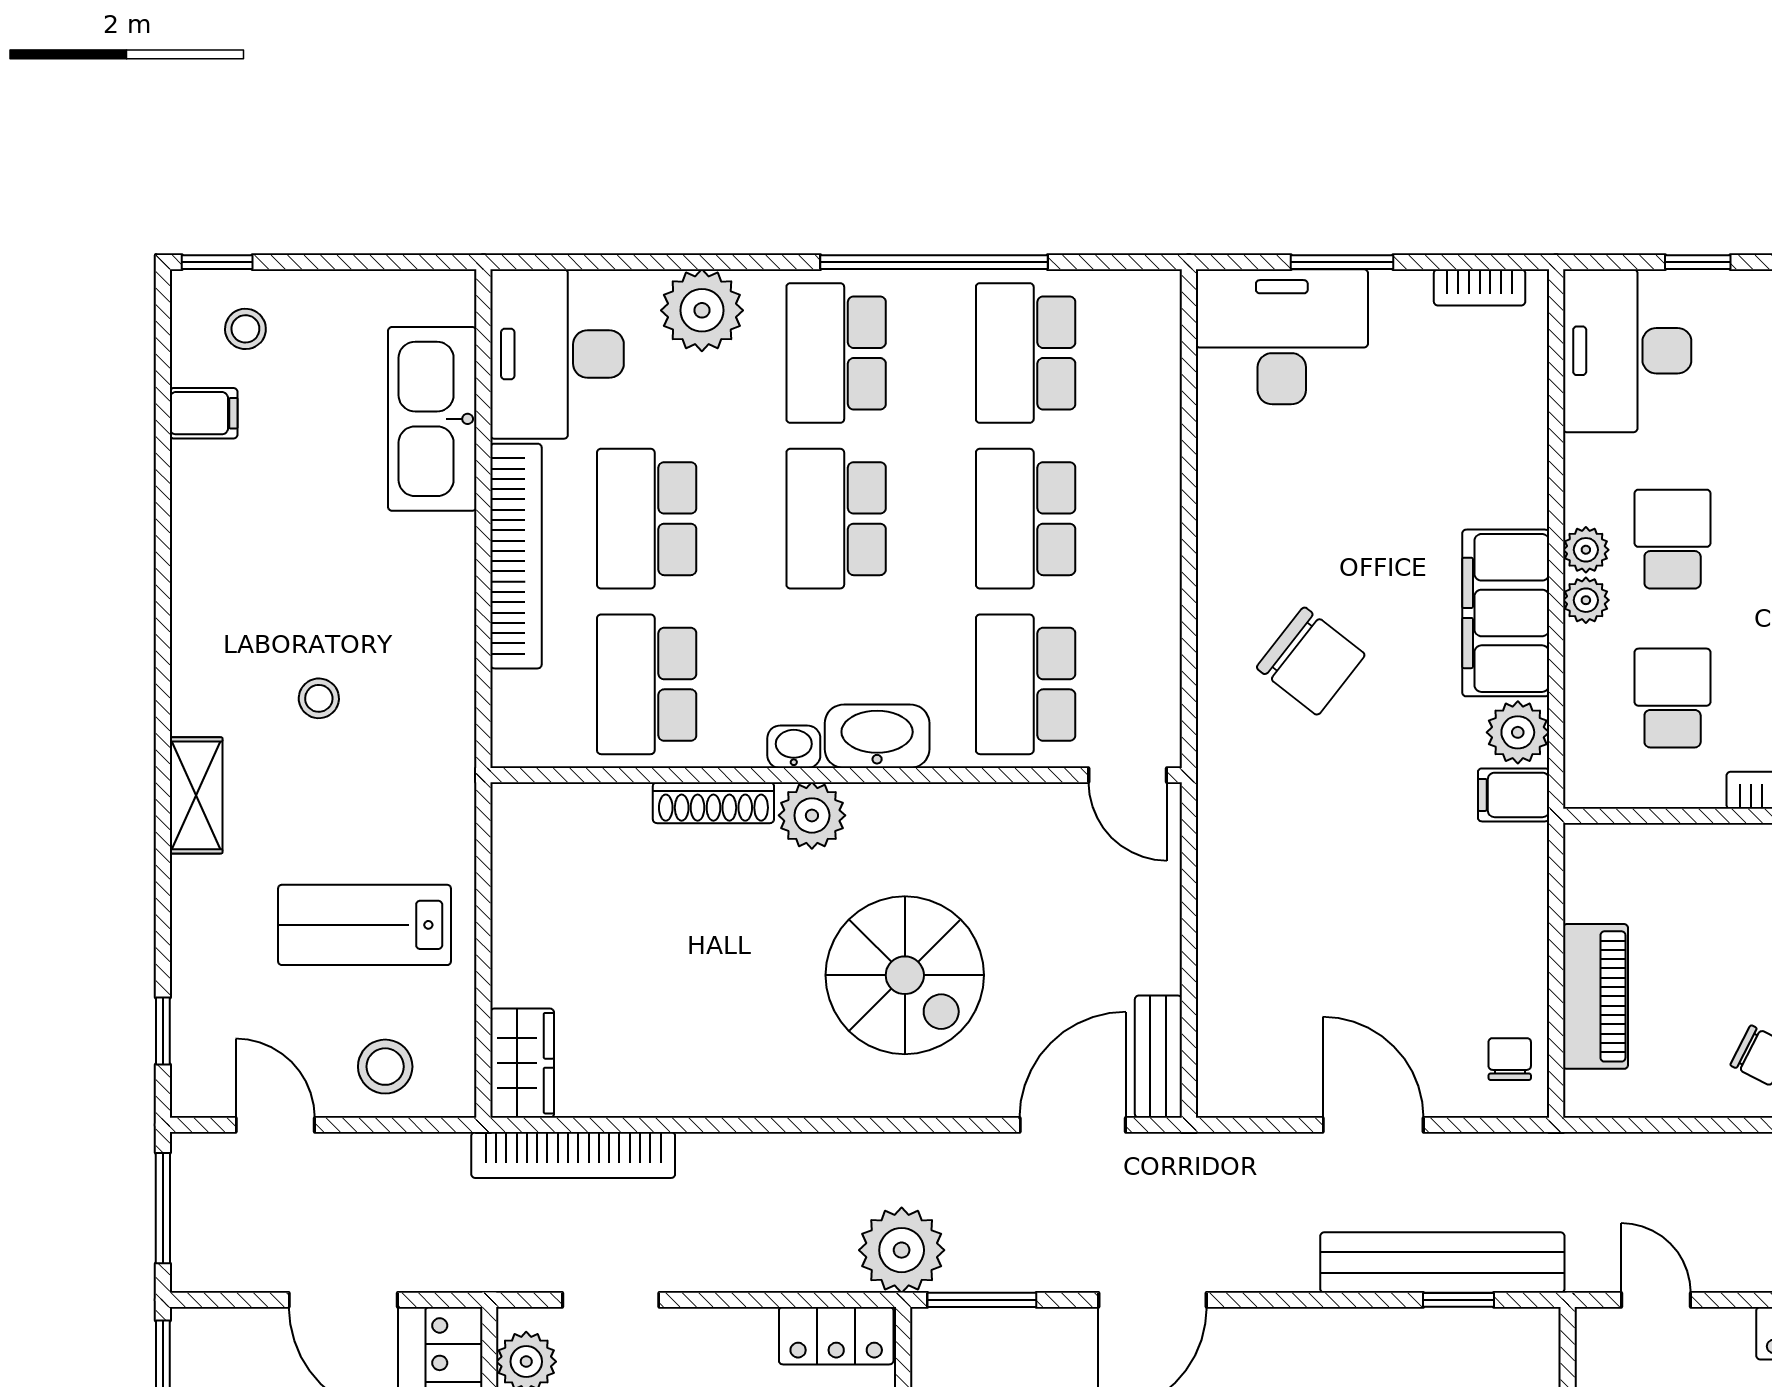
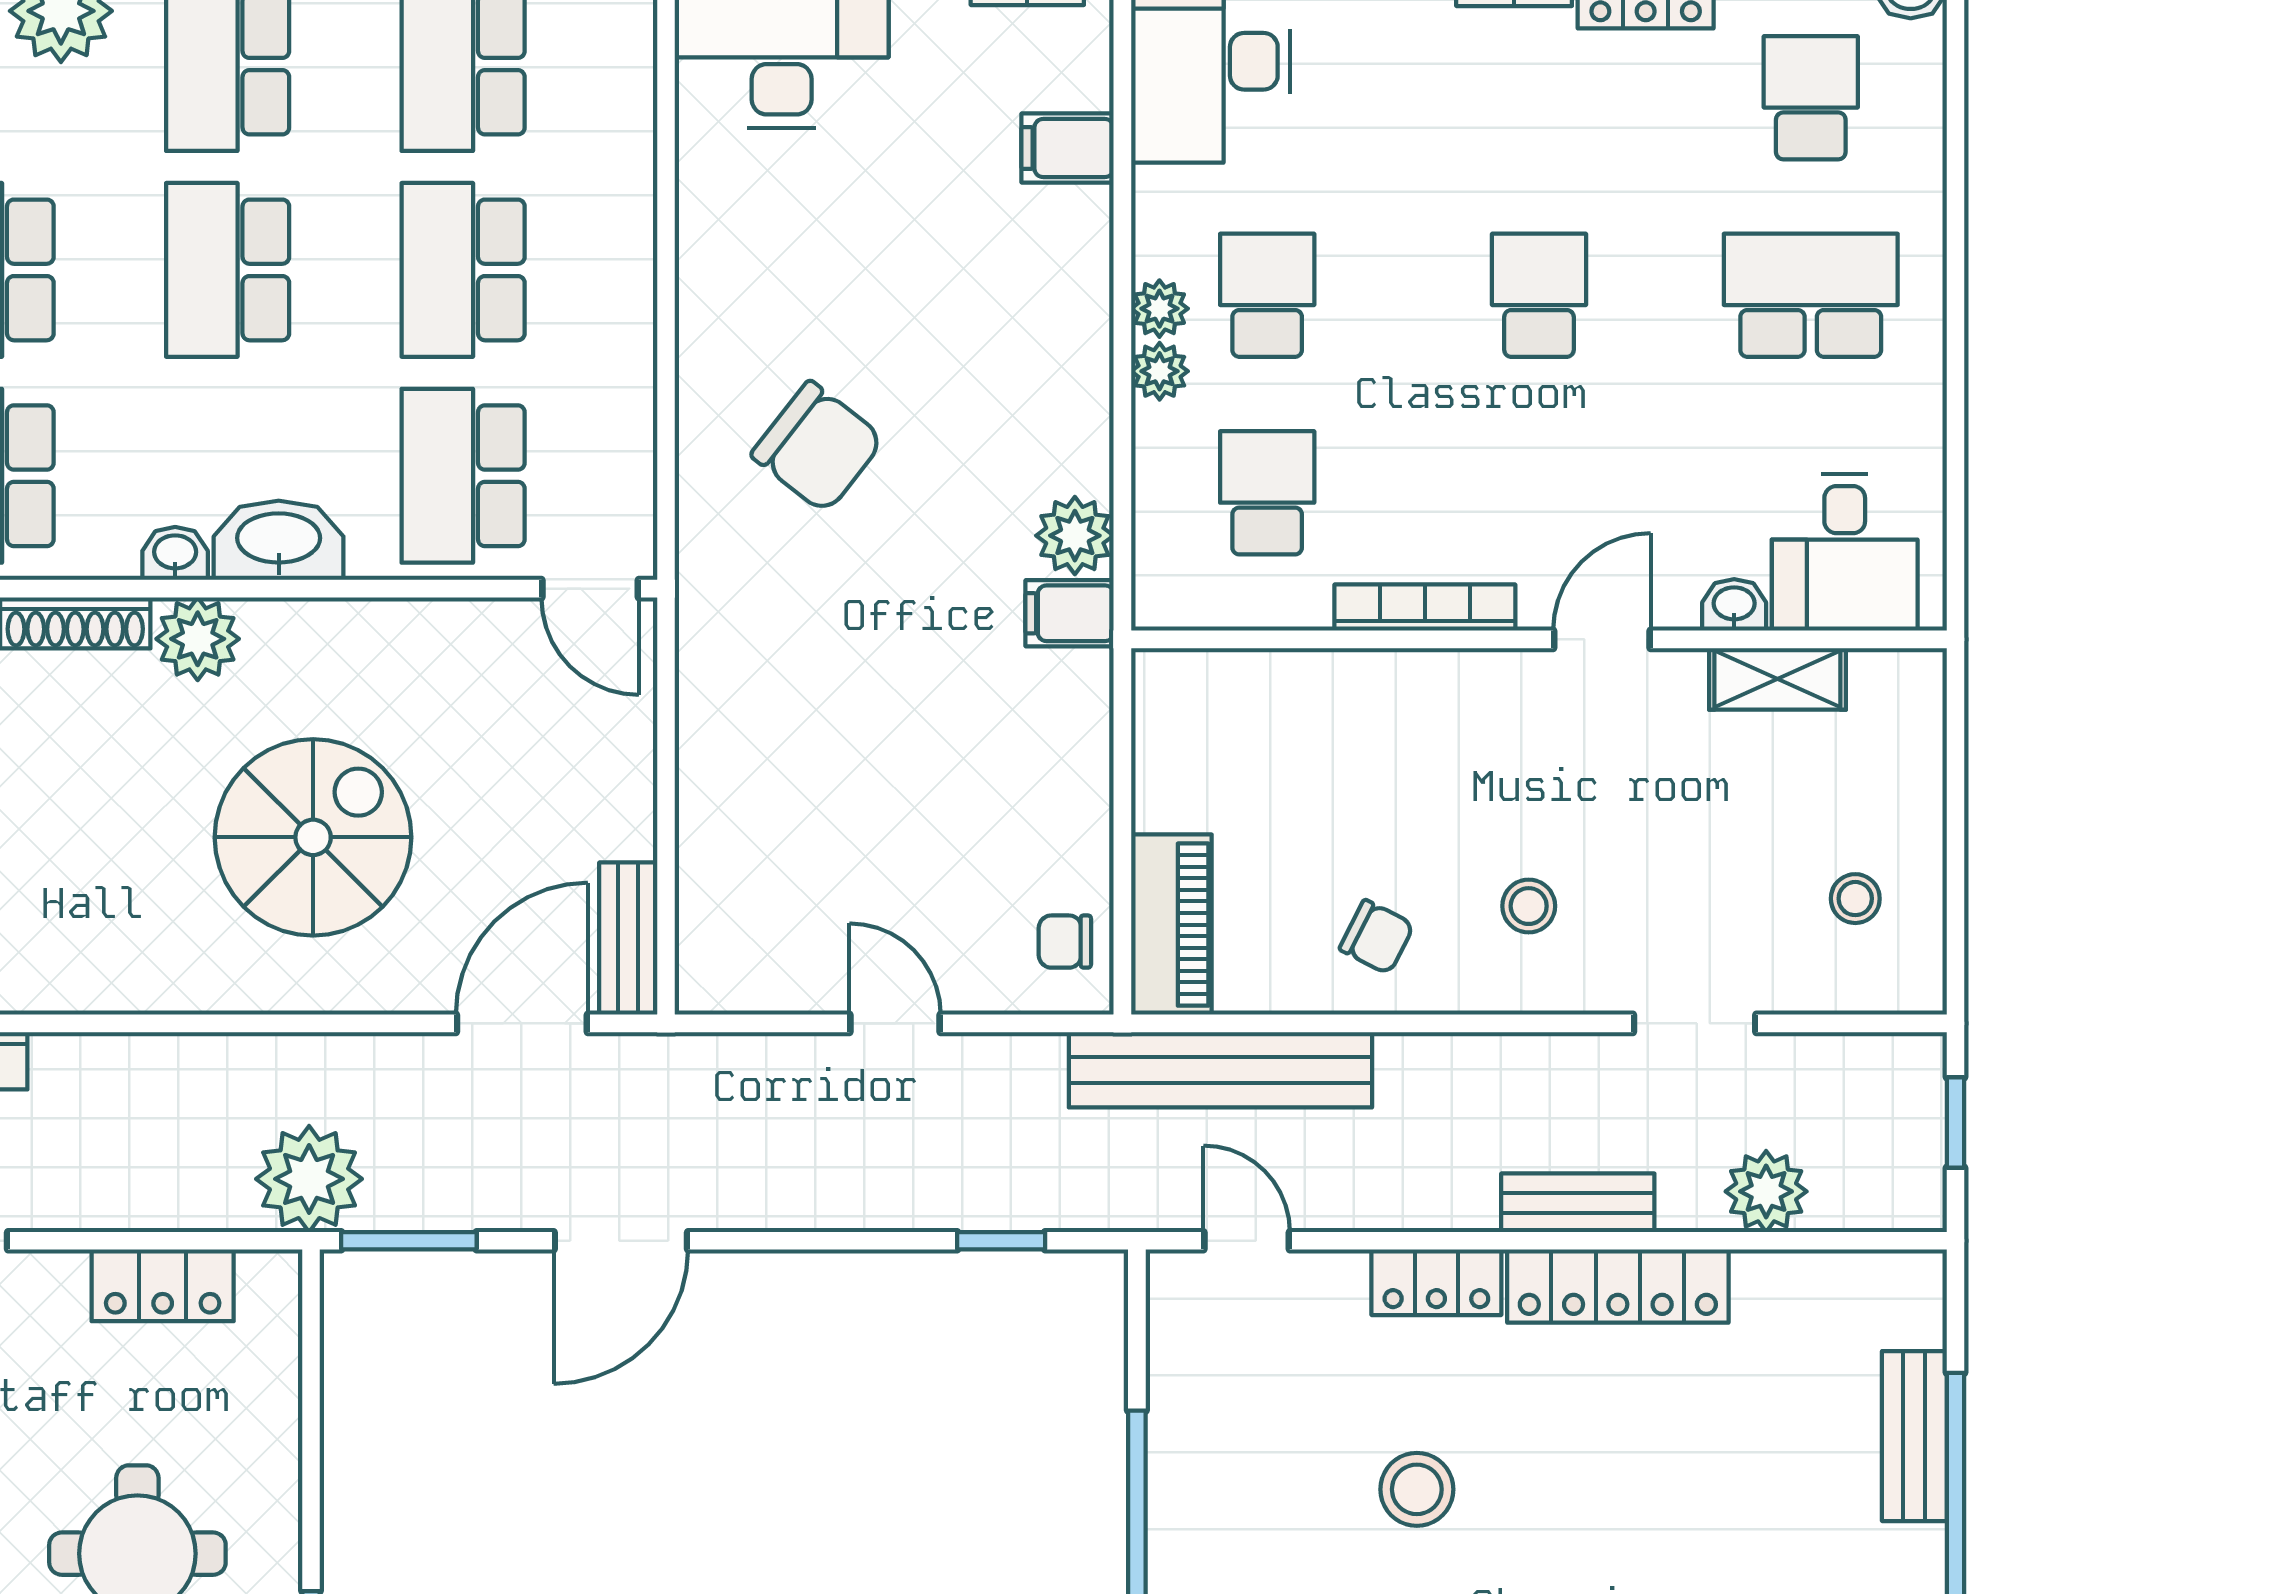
filing cabinet: (1506, 613) -> (1068, 148), moved, width x0.33, depth x0.86
spiral stairs: (905, 975) -> (313, 837), turned -90
piano: (1595, 996) -> (1171, 925), moved
chair: (1510, 1059) -> (1065, 942), turned -90
door: (1373, 1125) -> (895, 1023), width x0.73
bench: (1442, 1262) -> (1220, 1070), moved
locker: (836, 1336) -> (163, 1285), moved

